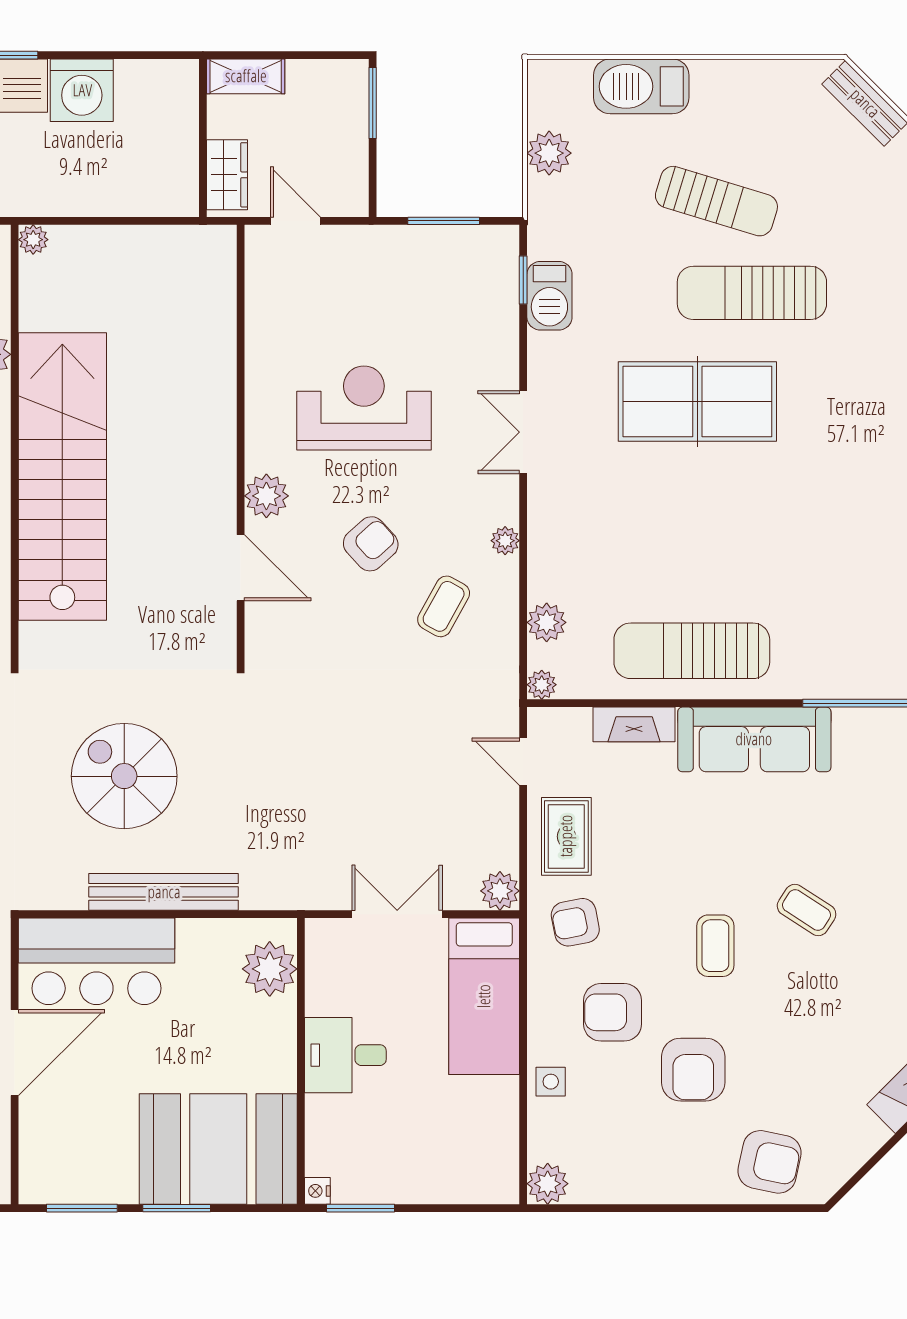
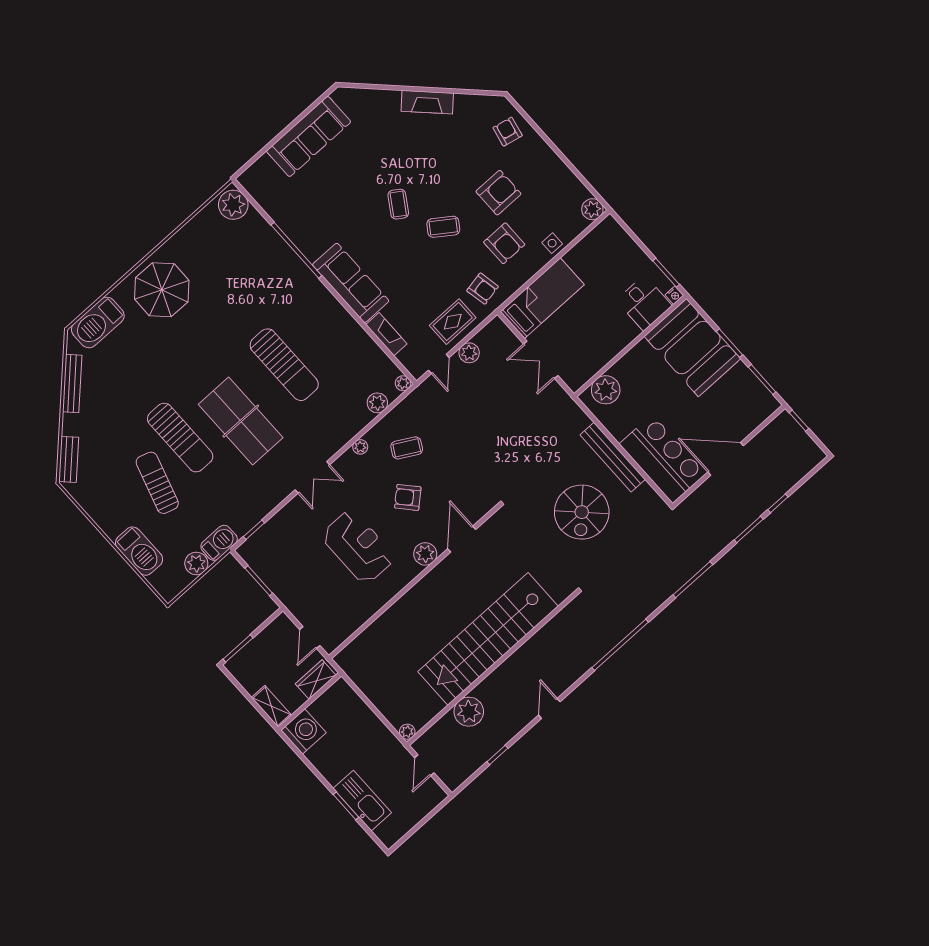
washing machine: (82, 90) -> (304, 731), moved
barbecue: (549, 296) -> (219, 543), moved
reception desk: (364, 408) -> (358, 547), turned 180
sun lounger: (692, 651) -> (284, 365), moved
plant: (500, 891) -> (469, 353), moved
coffee table: (715, 946) -> (443, 227), turned 35
desk: (345, 1055) -> (644, 303), moved
armchair: (769, 1162) -> (508, 132), width x0.72, depth x0.72

